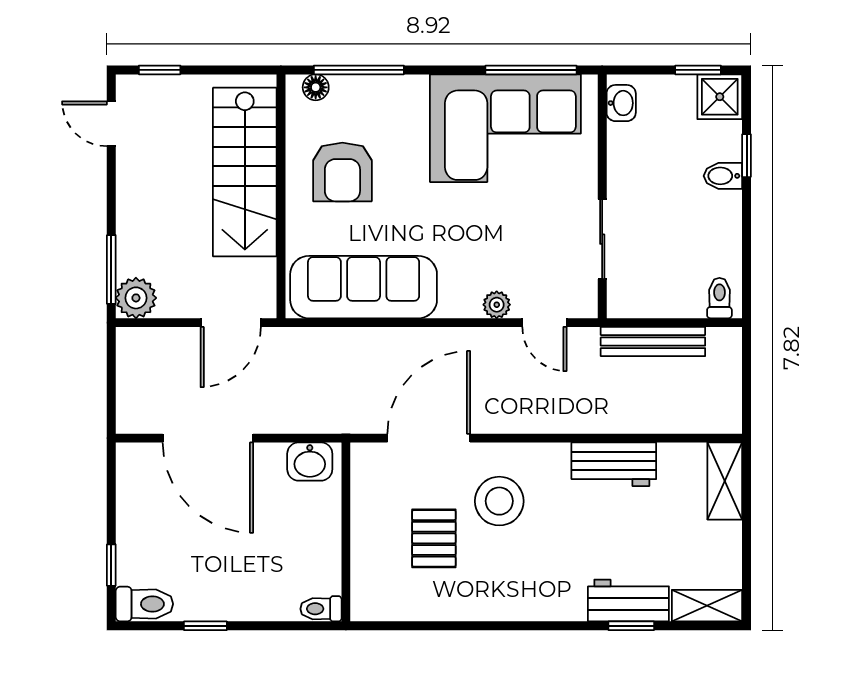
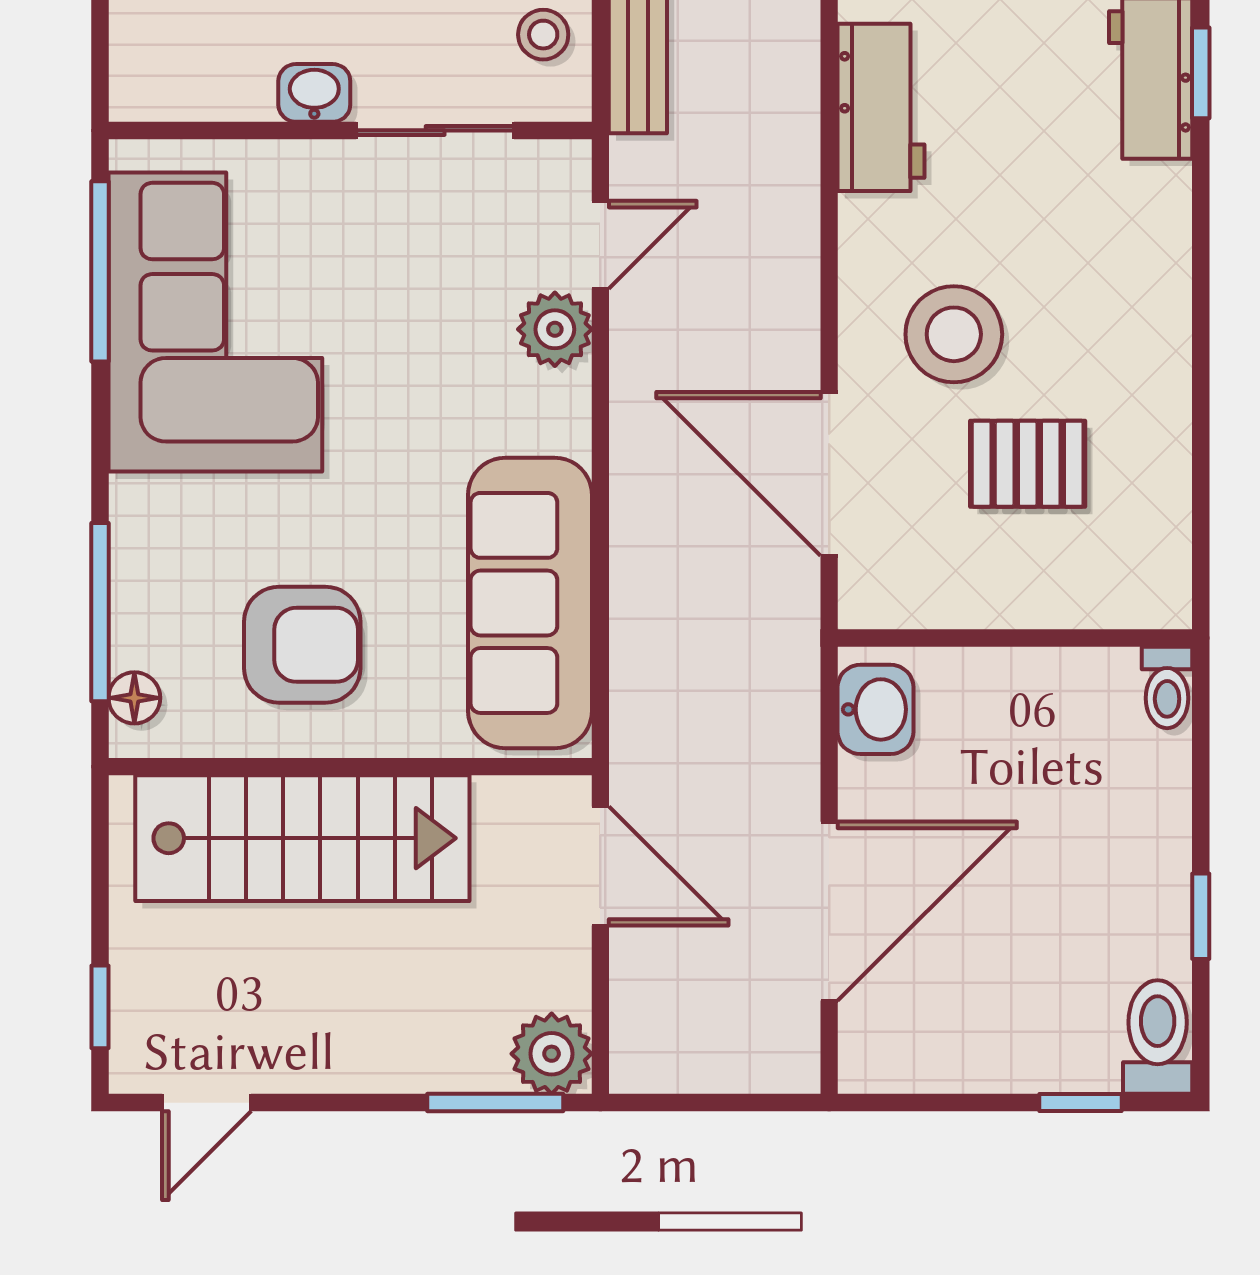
washbasin: (621, 103) -> (314, 93), moved
stool: (651, 294) -> (543, 35), added
plant: (497, 305) -> (555, 329), width x1.38, depth x1.38

